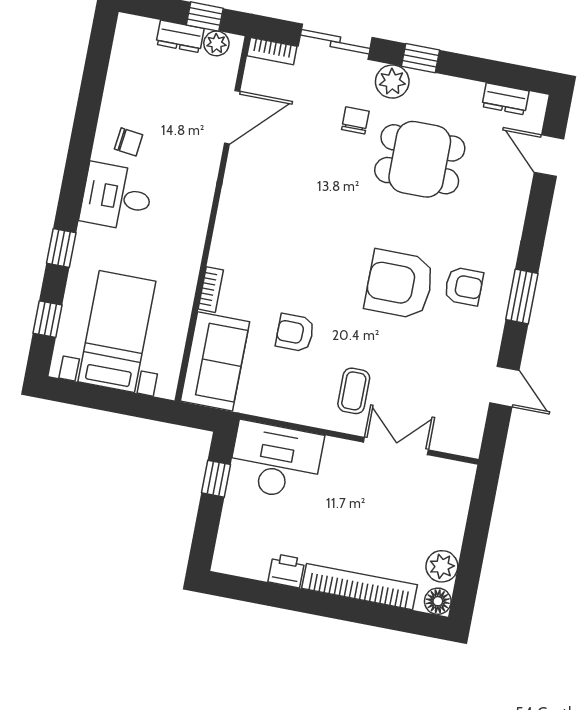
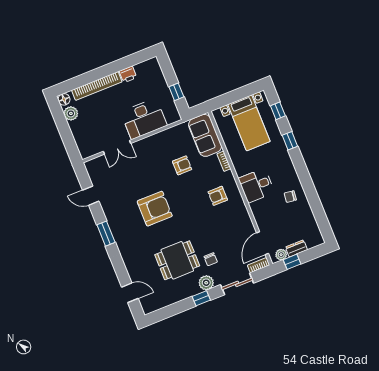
dresser: (505, 99) -> (160, 304), removed
door: (232, 117) -> (262, 243), moved
desk: (117, 197) -> (256, 185), moved, turned 180
armchair: (464, 286) -> (218, 196), moved
coffee table: (354, 391) -> (146, 158), removed
desk: (276, 461) -> (144, 119), moved

